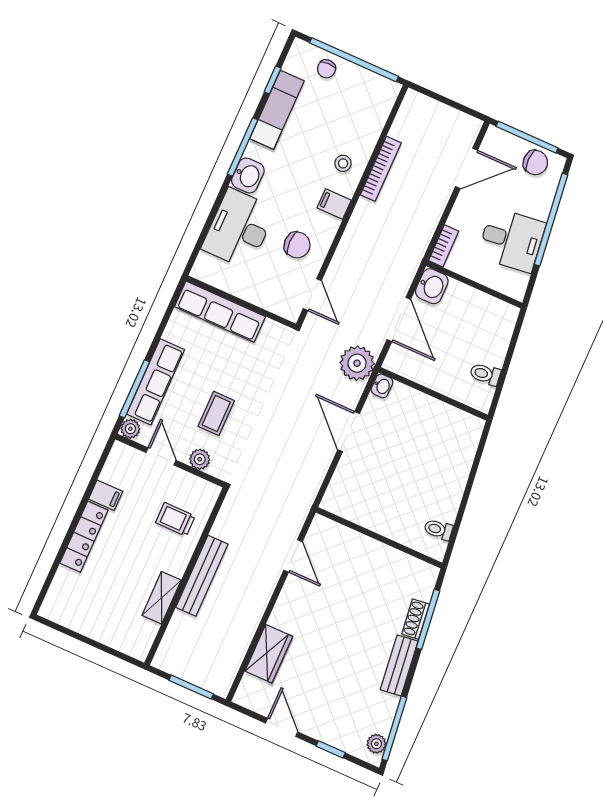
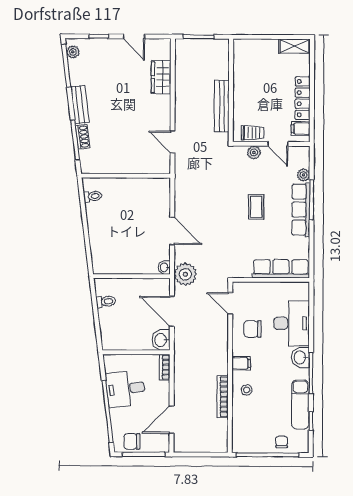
door: (161, 456) -> (278, 144), moved
plant: (200, 459) -> (254, 152), moved
wall: (170, 461) -> (271, 144), moved
shelving: (162, 598) -> (294, 46), moved, turned 90

